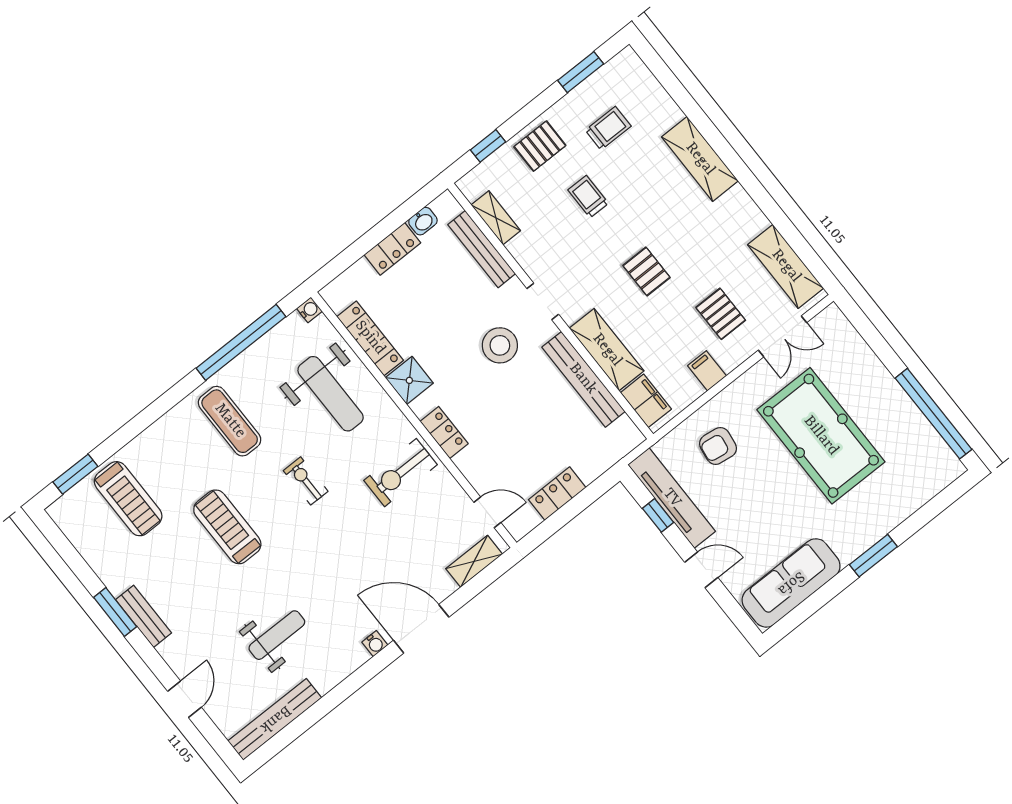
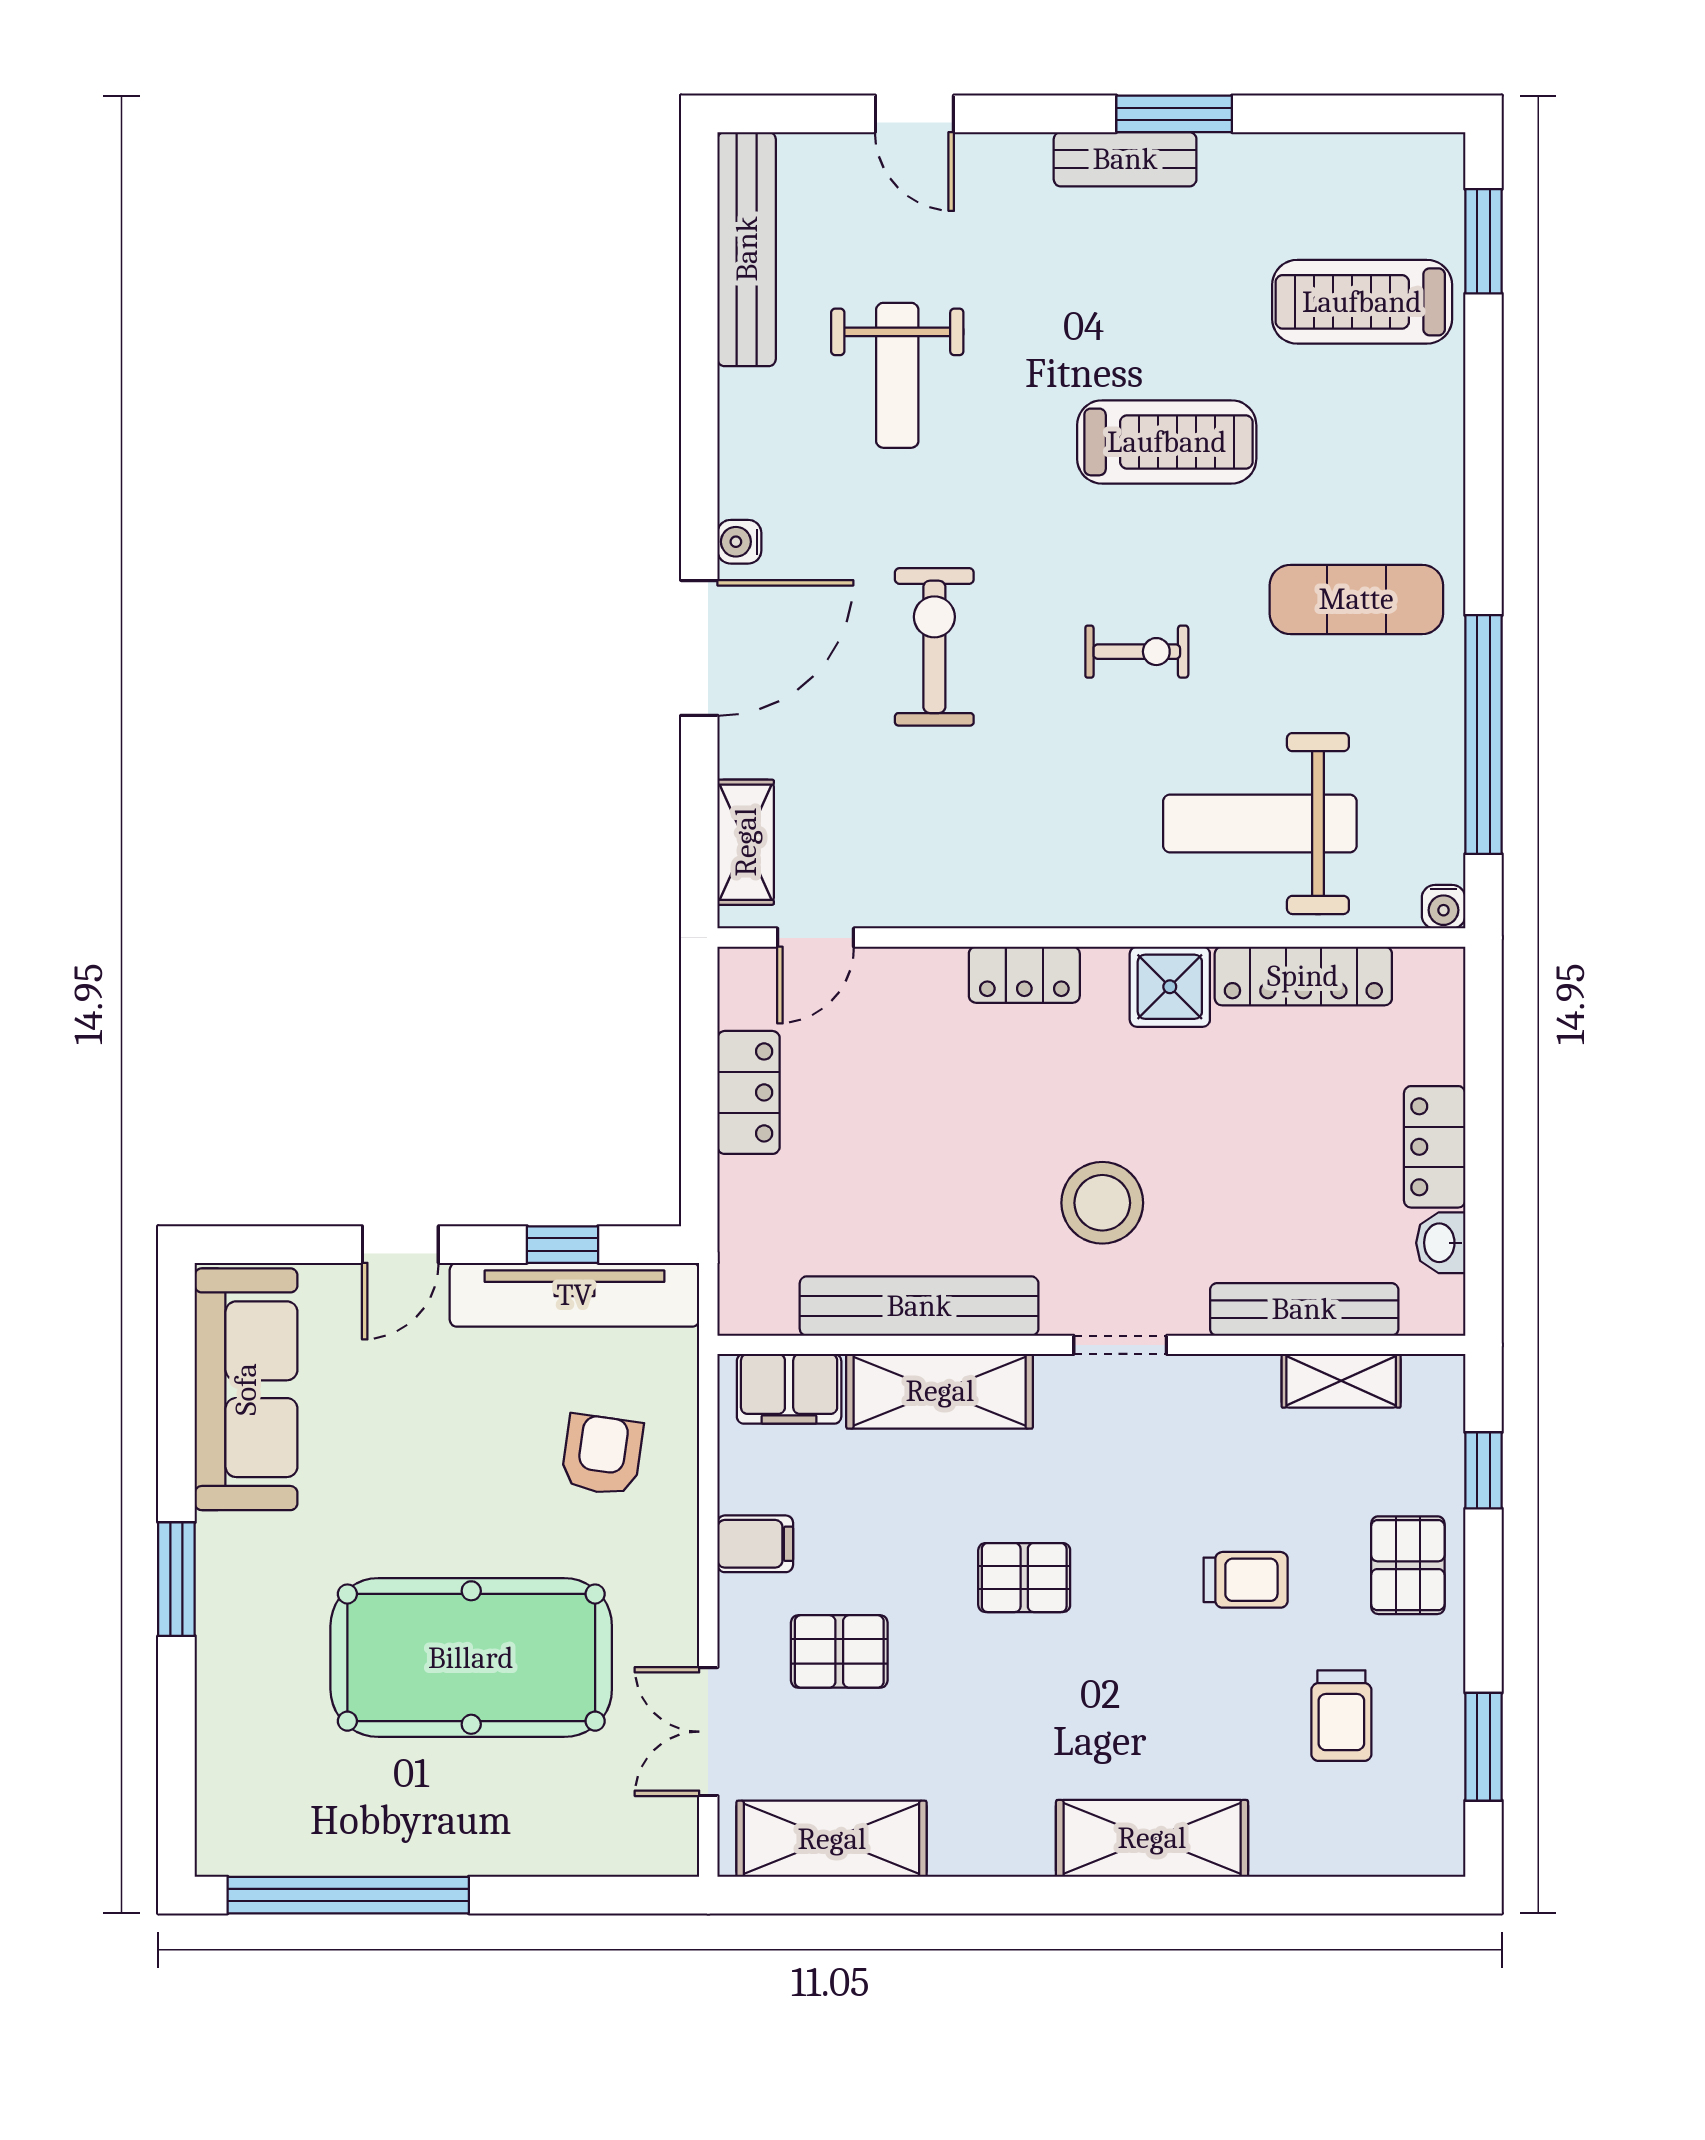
exercise bike: (400, 473) -> (934, 647), moved

